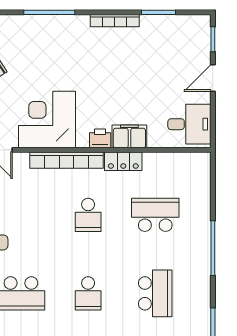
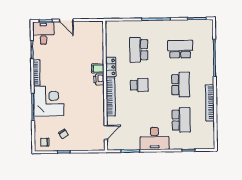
corner desk: (47, 120) -> (49, 101), moved, turned 180
desk: (189, 124) -> (43, 33), moved
filing cabinet: (129, 136) -> (98, 68), width x0.50
school desk: (88, 293) -> (181, 85), width x1.85

